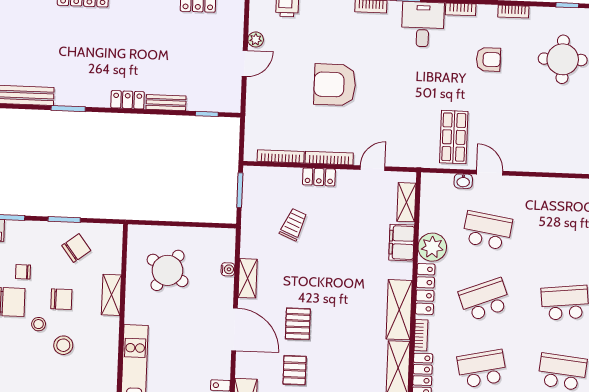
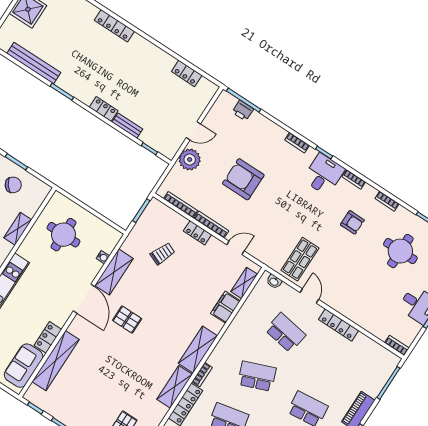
plant: (256, 39) -> (190, 159), moved, width x1.88, depth x1.88
washbasin: (463, 181) -> (274, 282), moved
plant: (432, 247) -> (244, 322), removed
round table: (168, 270) -> (63, 235), turned -34
shelving: (248, 278) -> (114, 272), width x1.50, depth x1.33
locker: (425, 289) -> (339, 325), moved, turned 90
pallet: (298, 324) -> (127, 320), turned 90
pallet: (295, 370) -> (107, 348), removed

